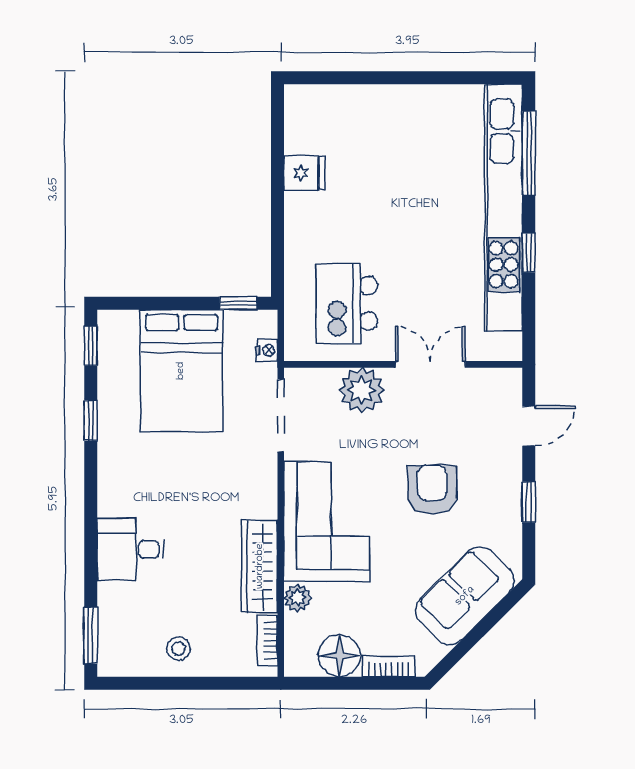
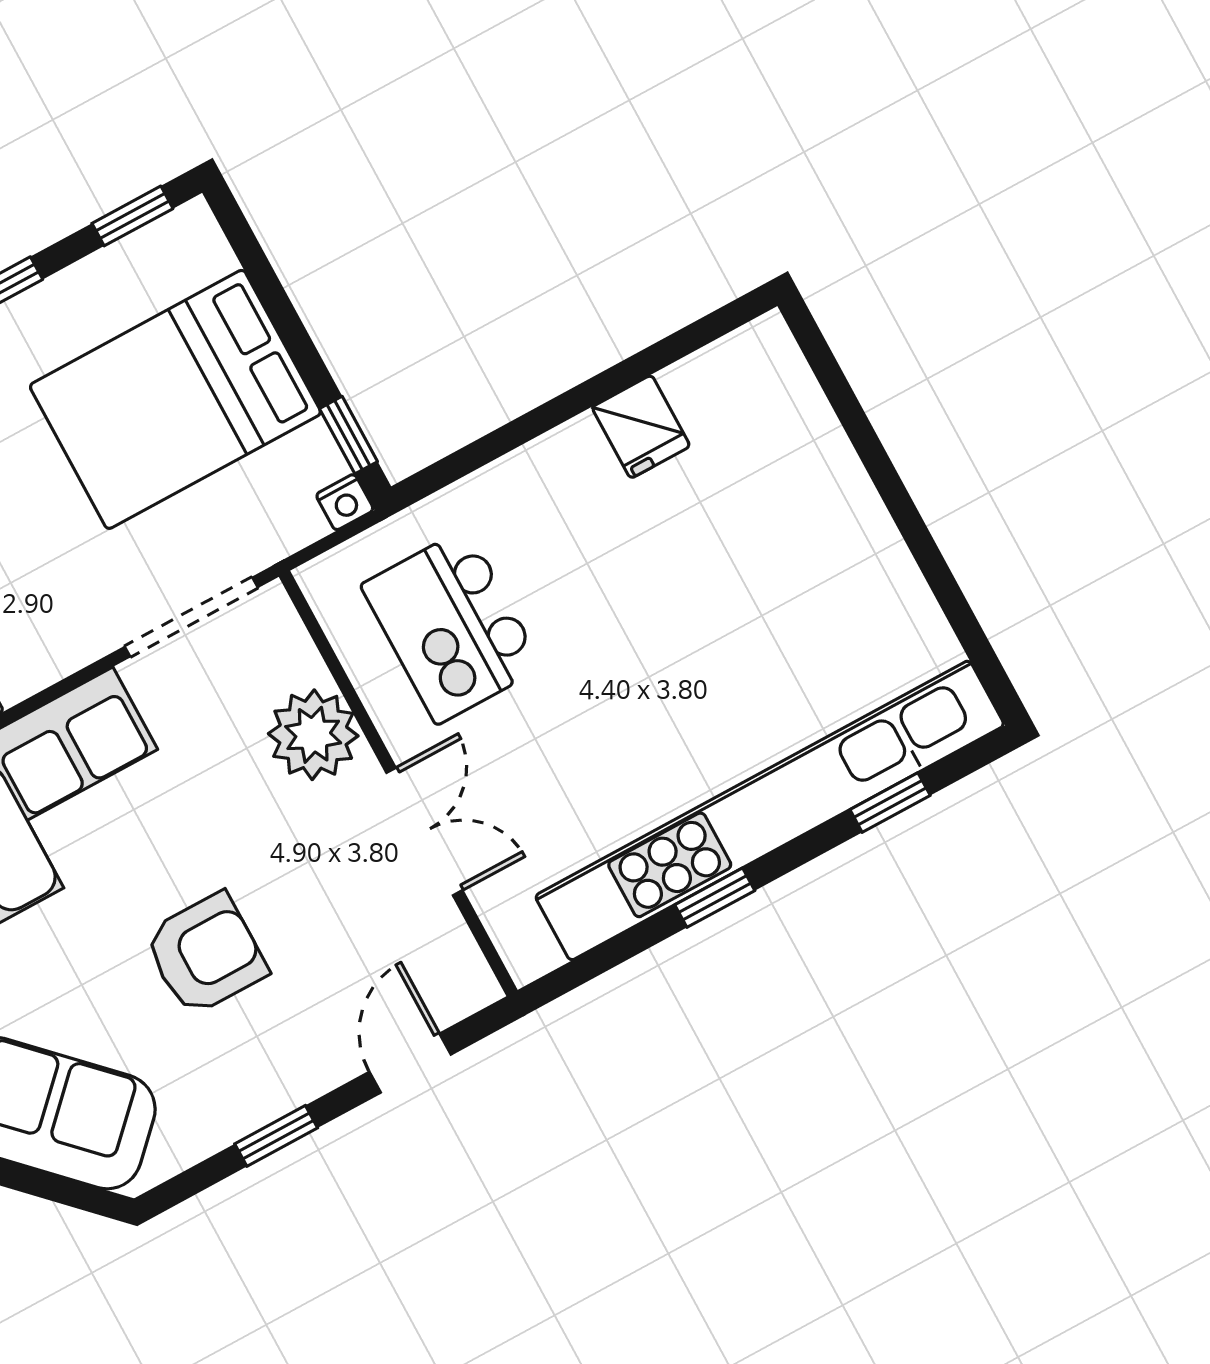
window: (529, 153) -> (890, 803), width x0.46
kitchen island: (347, 303) -> (452, 626), turned -90
nightstand: (267, 350) -> (345, 502), moved
door: (529, 426) -> (410, 1063), swing flipped

